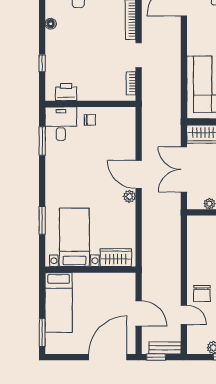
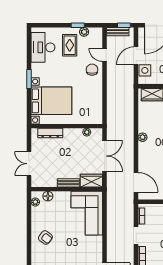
door: (139, 175) -> (136, 182), moved
side table: (126, 292) -> (145, 70), added
door: (139, 313) -> (136, 56), hinge flipped

